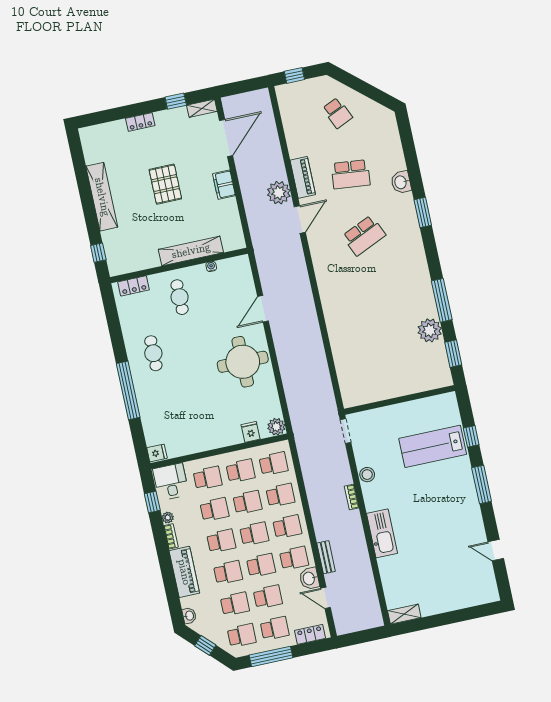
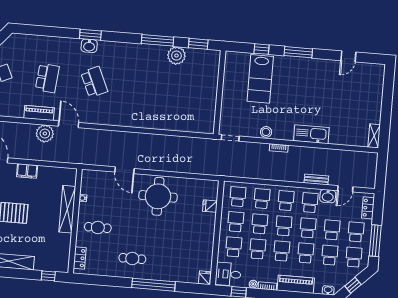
washbasin: (401, 182) -> (89, 46), moved
plant: (276, 427) -> (212, 187), removed

